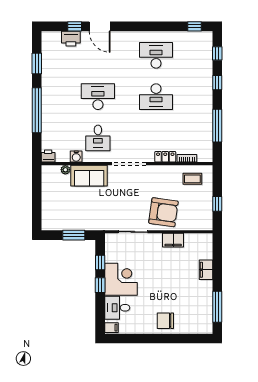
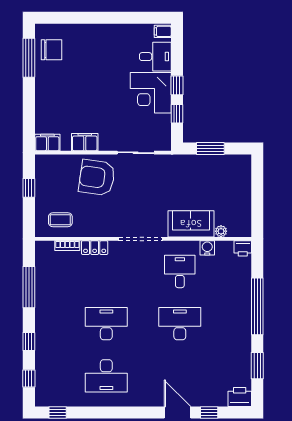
printer: (71, 39) -> (240, 397), moved
desk: (98, 97) -> (180, 324), turned 180
filing cabinet: (206, 270) -> (47, 143), moved, turned -90
chair: (165, 321) -> (51, 50), moved

